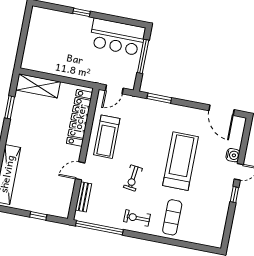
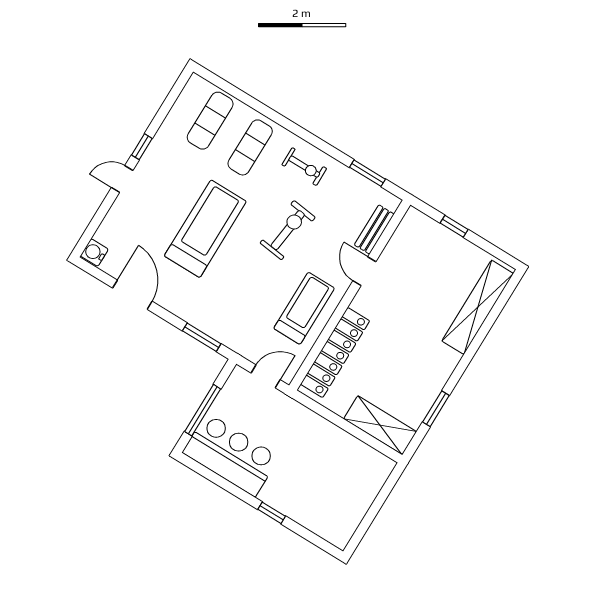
door: (222, 110) -> (132, 295), moved
water cooler: (233, 155) -> (94, 253), moved
treadmill: (180, 161) -> (205, 229), turned 180
door: (80, 171) -> (364, 271), swing flipped
exercise bike: (133, 178) -> (288, 230), width x1.38, depth x1.39
exercise mat: (201, 224) -> (210, 121), added
window: (99, 228) -> (367, 173), width x0.47

